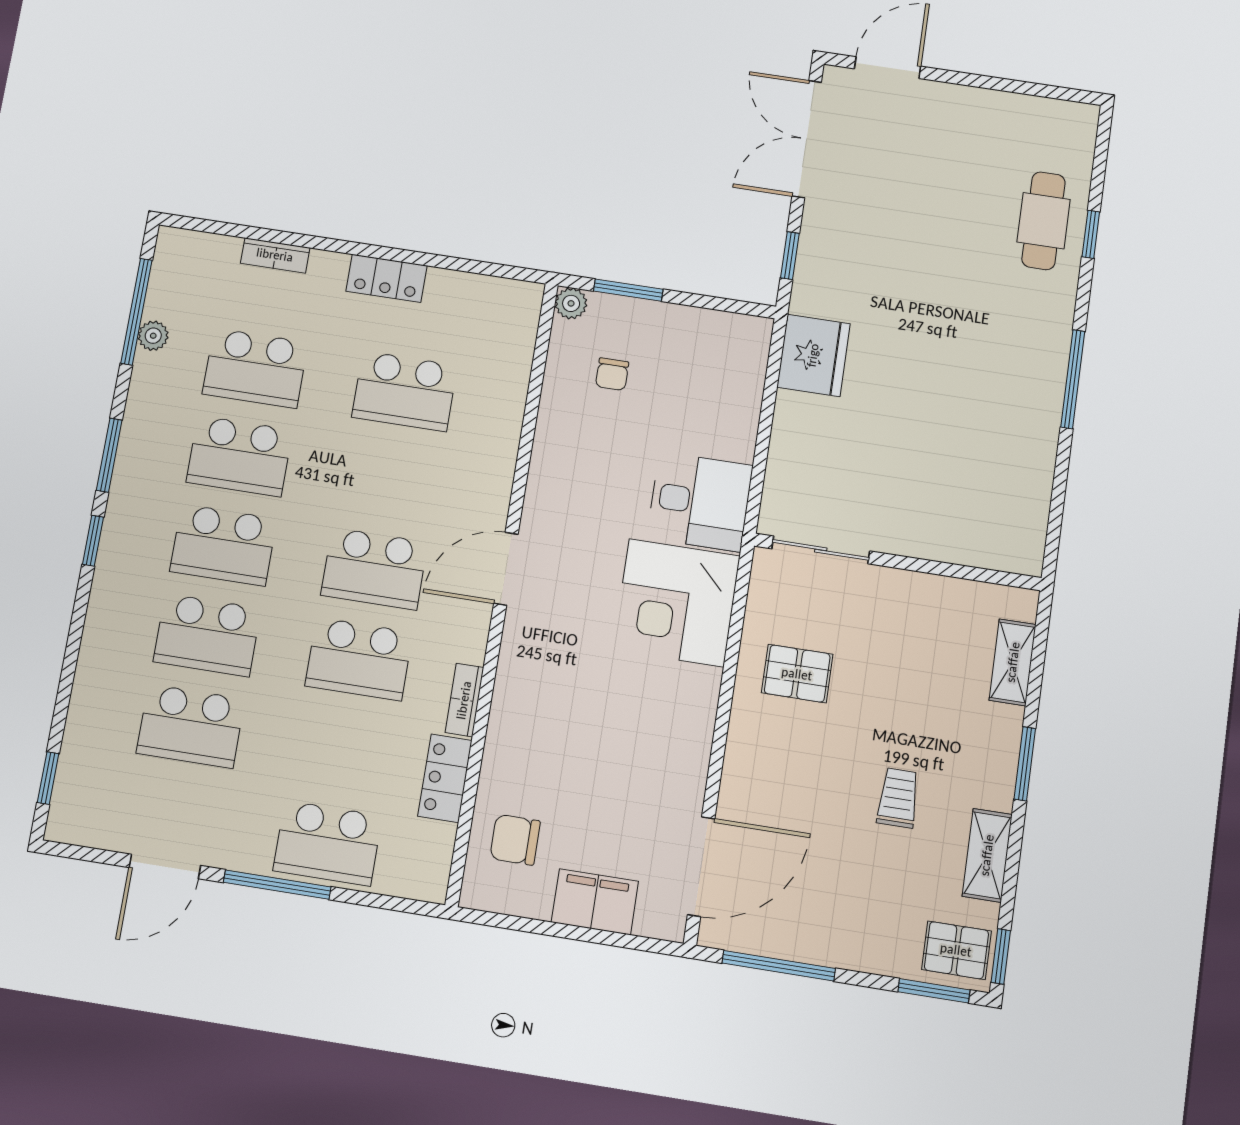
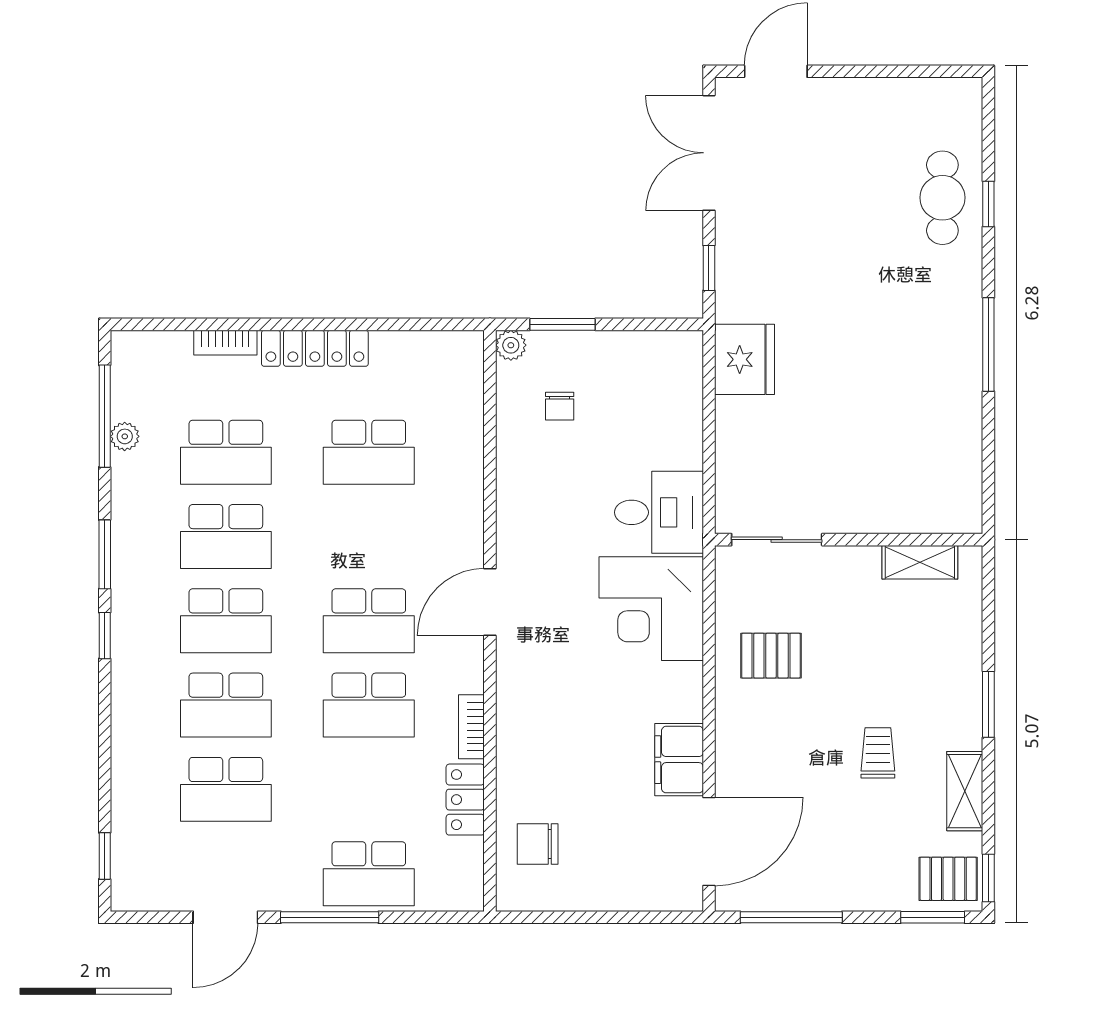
locker: (386, 278) -> (315, 348), width x1.53
shelving: (1013, 662) -> (920, 562), moved, turned 90
filing cabinet: (595, 902) -> (679, 760), moved, turned -90

